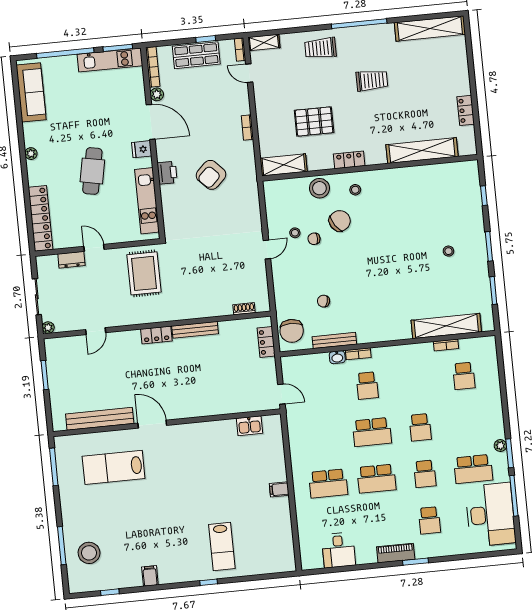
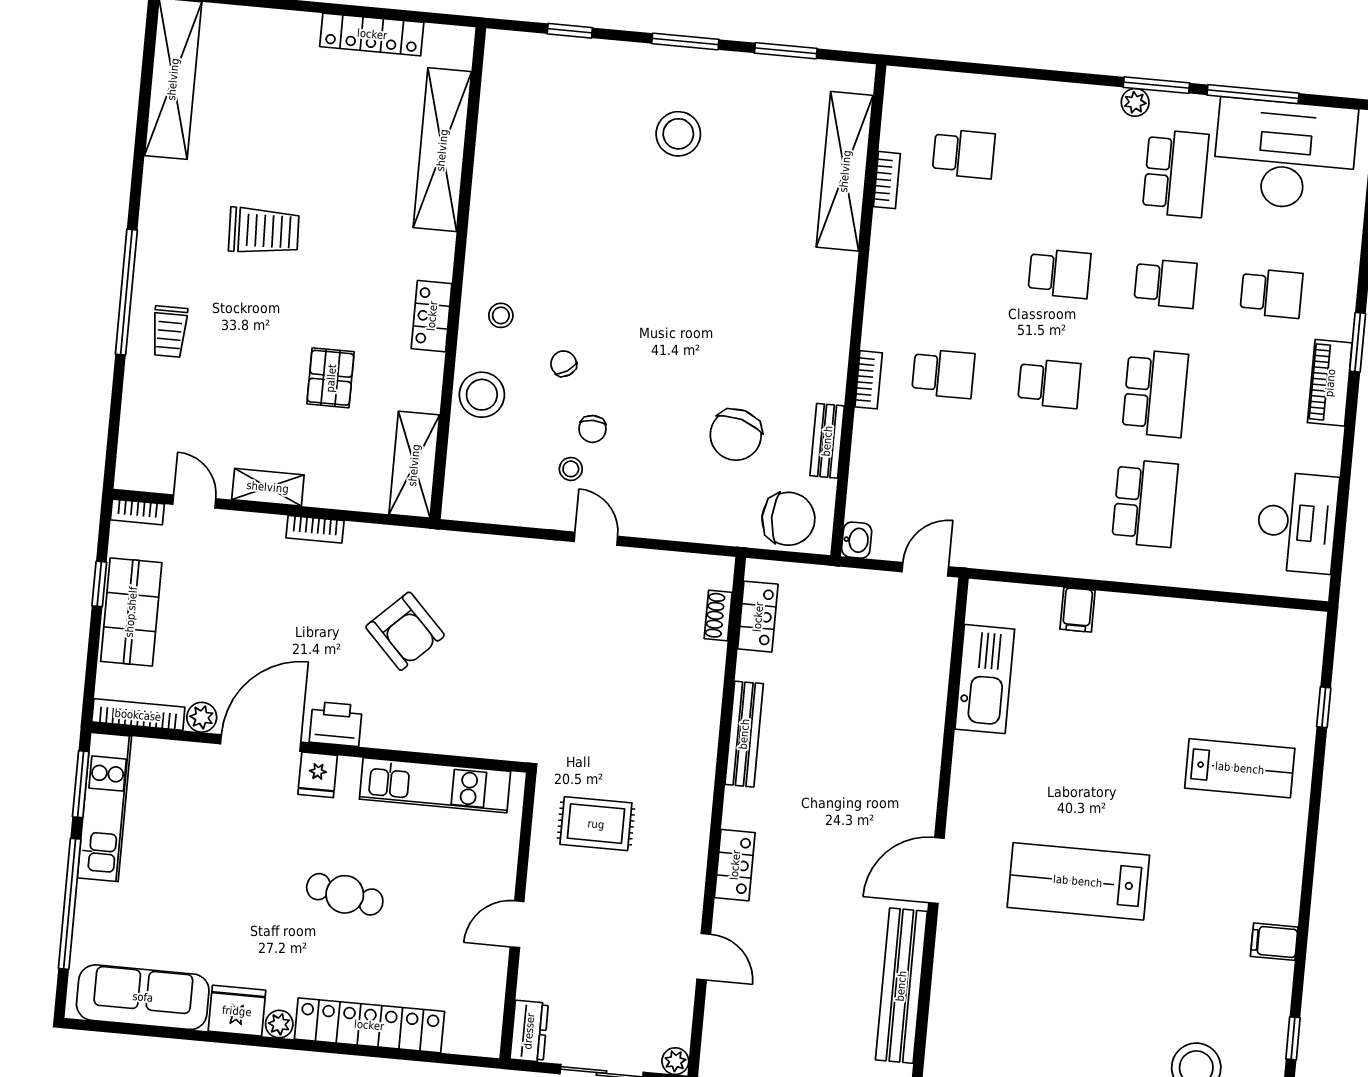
window: (359, 24) -> (126, 292), moved
shelving: (264, 42) -> (268, 487), moved, turned 90
trolley: (320, 48) -> (169, 332), width x0.73, depth x0.72
door: (249, 73) -> (194, 502), swing flipped
trolley: (372, 80) -> (264, 231), turned 88
locker: (466, 110) -> (372, 34), width x1.53
pallet: (314, 121) -> (331, 378), width x0.67, depth x0.71
fridge: (33, 134) -> (237, 1011), added
cafe table: (92, 171) -> (345, 894), width x0.73, depth x0.74
printer: (167, 173) -> (336, 724), moved
locker: (41, 218) -> (369, 1025), moved
chair: (340, 221) -> (564, 364), width x0.54, depth x0.54
stool: (448, 251) -> (678, 134), width x1.89, depth x1.89
dresser: (71, 260) -> (529, 1031), moved
rug: (144, 273) -> (596, 824), width x0.73, depth x0.70
chair: (324, 301) -> (736, 435), width x1.87, depth x1.87
locker: (156, 335) -> (735, 865), moved
bench: (334, 340) -> (827, 441), width x0.73
locker: (266, 342) -> (758, 617), moved, turned -90
washbasin: (337, 357) -> (857, 540), moved
kitchen sink: (249, 426) -> (985, 679), width x1.87, depth x1.24
school desk: (372, 432) -> (1049, 383), width x0.54
lab bench: (114, 467) -> (1078, 881), moved, turned 90
filing cabinet: (279, 489) -> (1078, 610), moved
desk: (339, 550) -> (1297, 522), width x1.37
window: (209, 582) -> (1324, 707), moved

